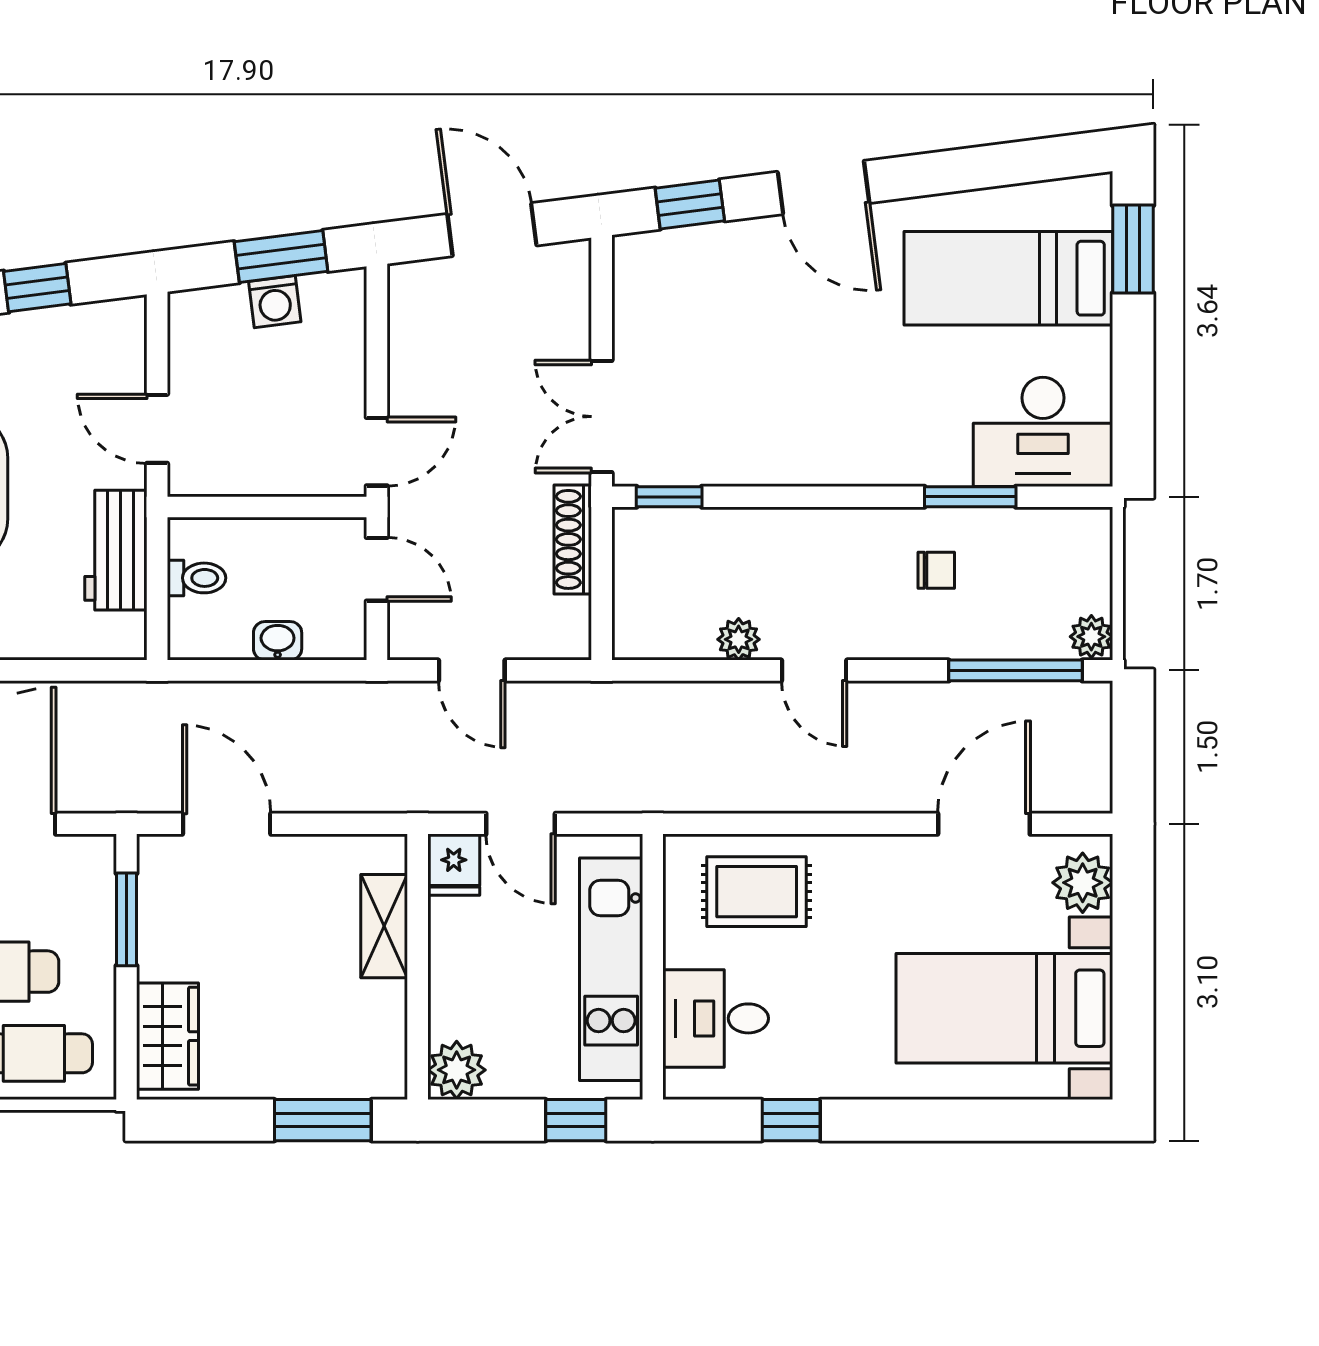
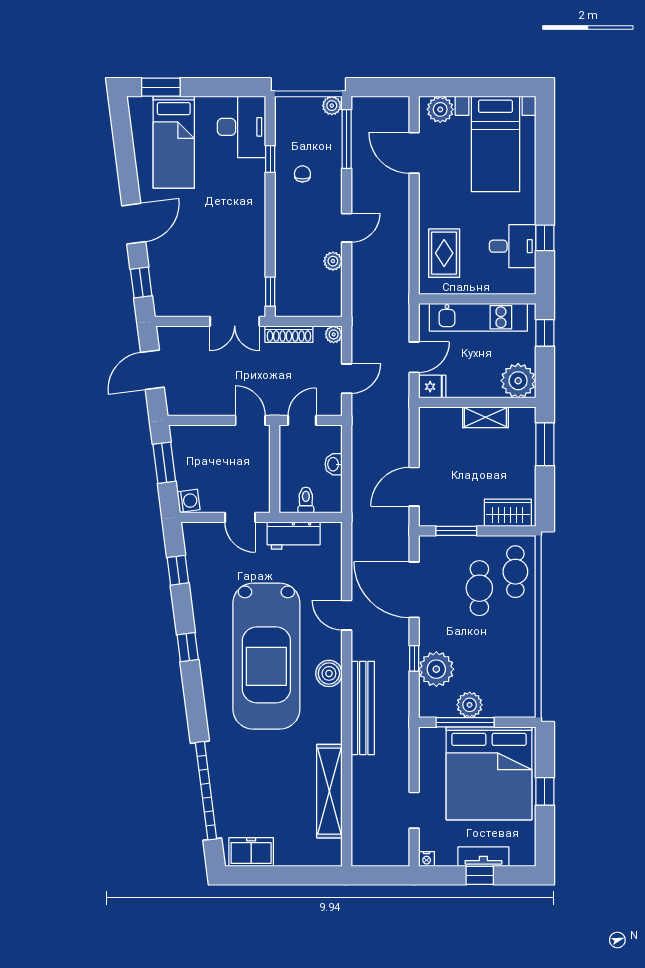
washing machine: (275, 302) -> (189, 501), moved
door: (157, 429) -> (240, 517), hinge flipped
window: (970, 497) -> (270, 159), width x0.67
plant: (572, 641) -> (334, 334), added
shelving: (384, 926) -> (485, 417), moved
desk: (716, 1018) -> (513, 246), moved, turned -90
plant: (457, 1070) -> (518, 381), width x1.36, depth x1.36

